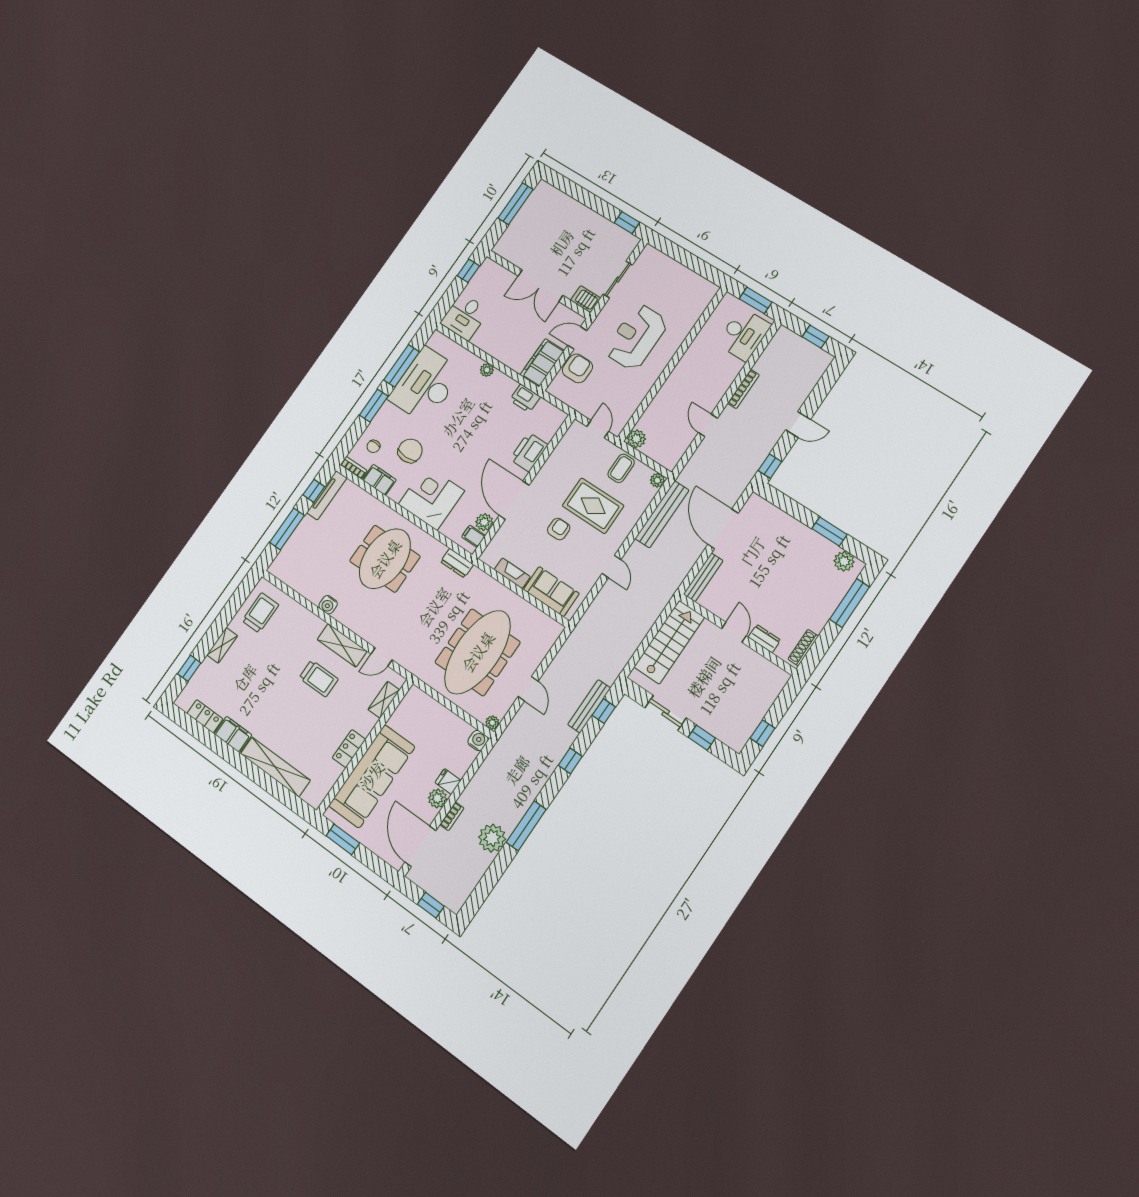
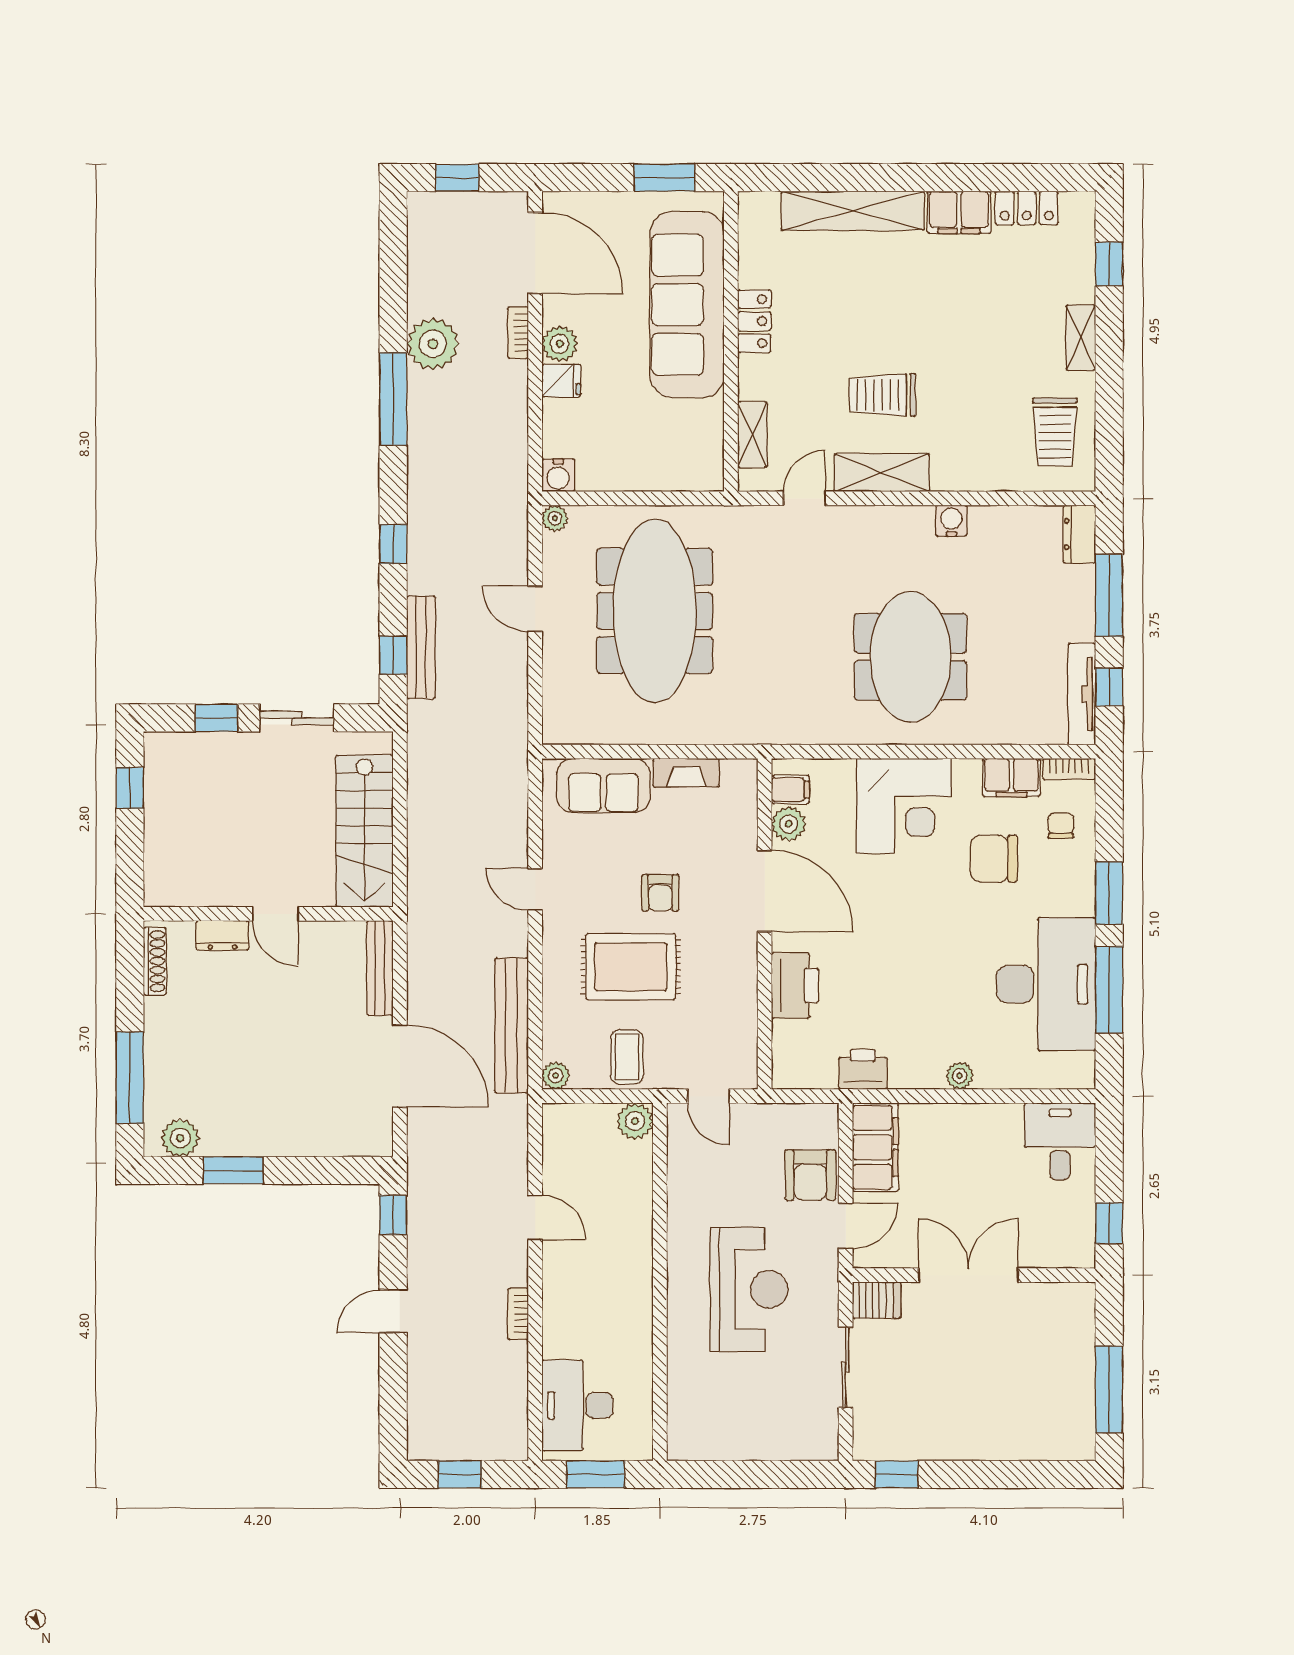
bookcase: (743, 389) -> (518, 1314), width x0.64
chair: (410, 451) -> (994, 859), turned 90
dresser: (457, 563) -> (1079, 534), moved, turned -90

